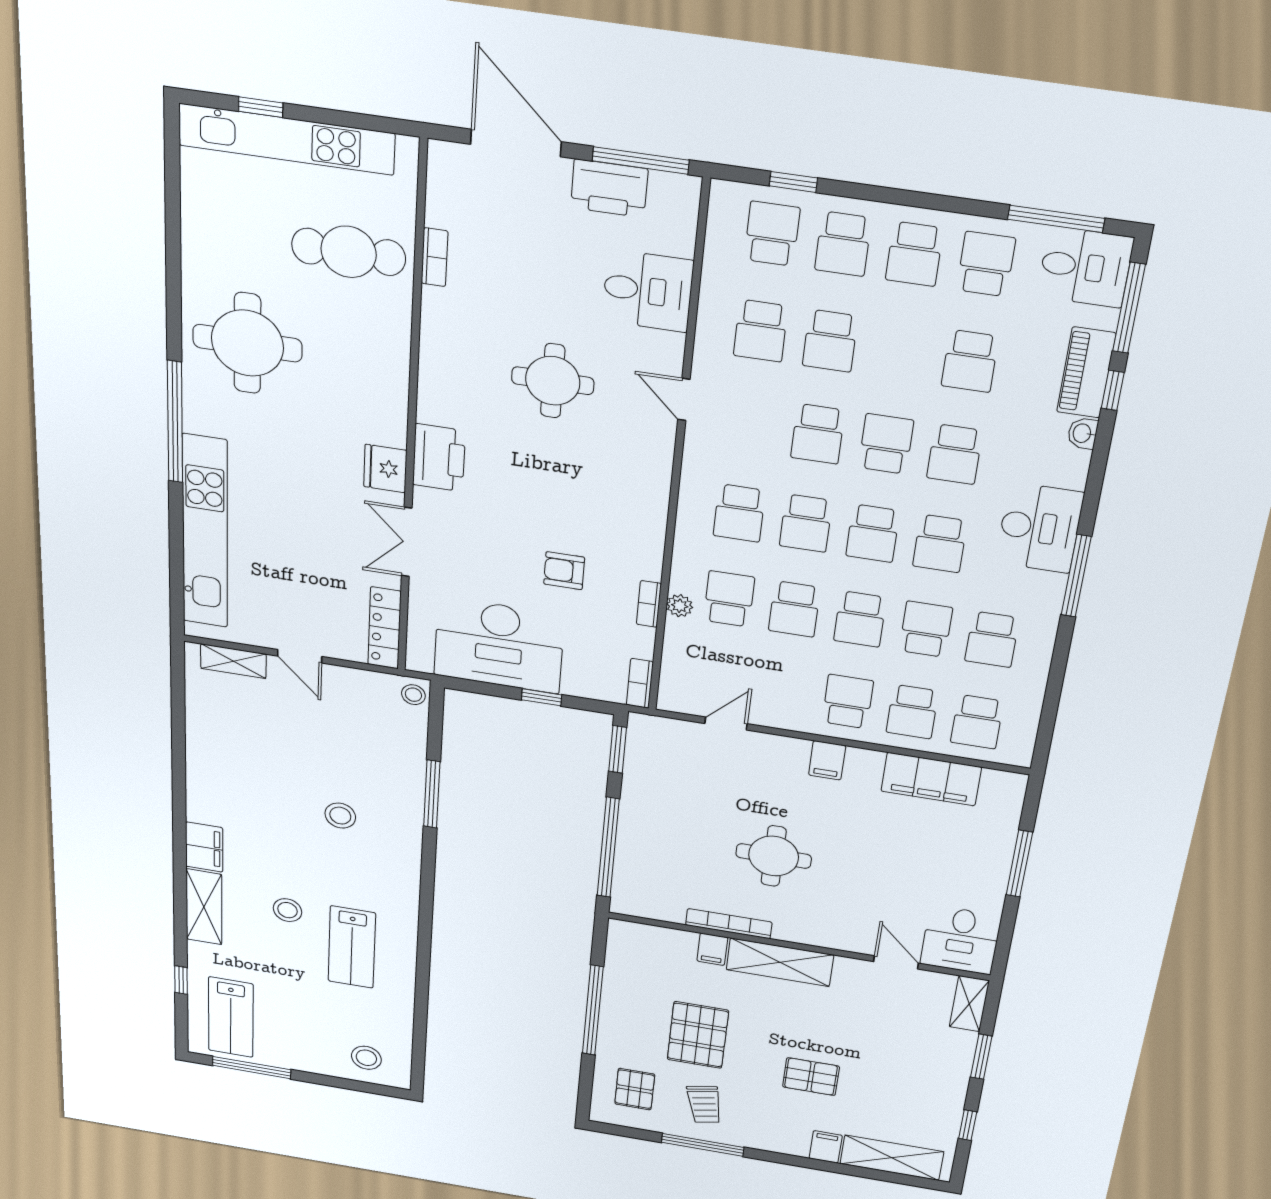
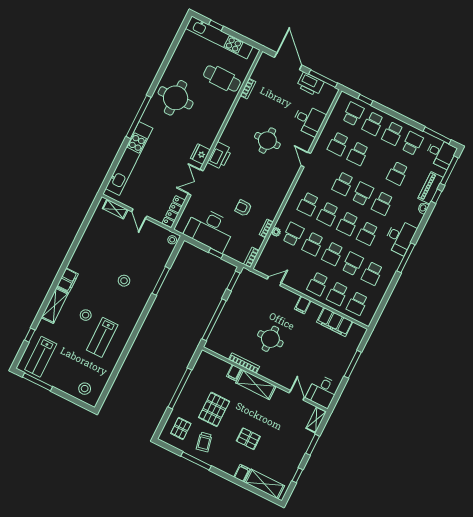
school desk: (848, 702) -> (318, 284), turned 180

